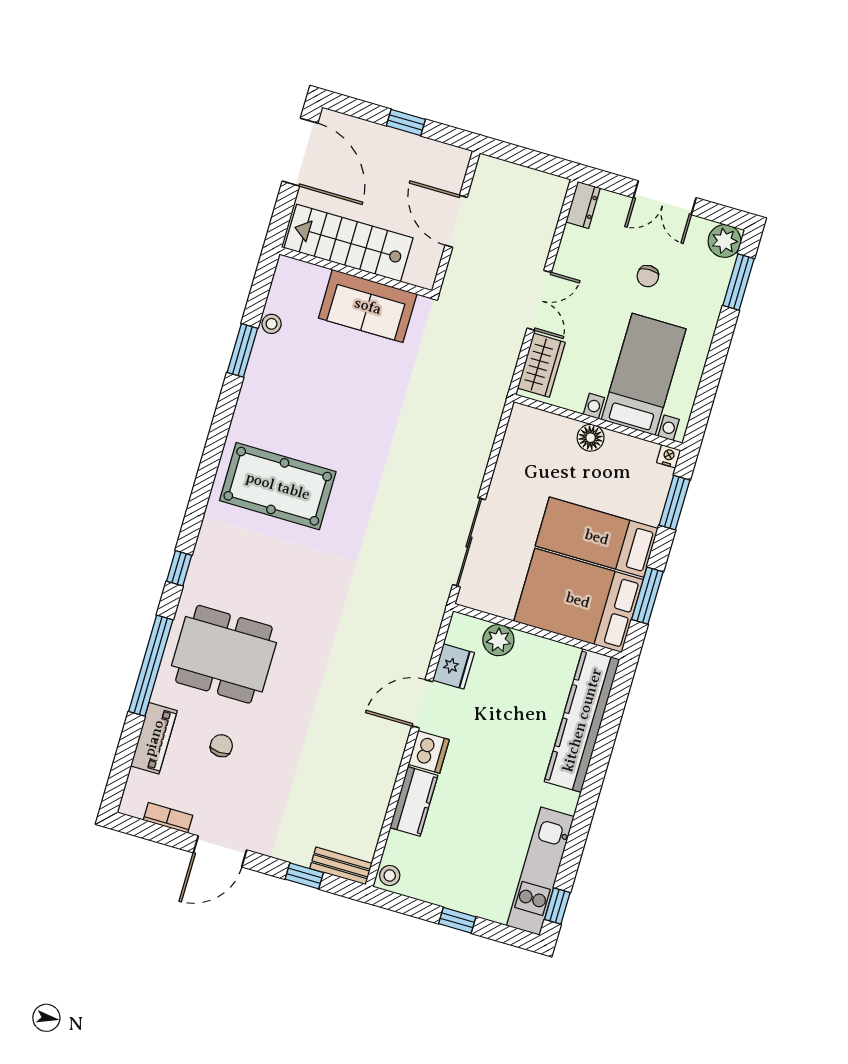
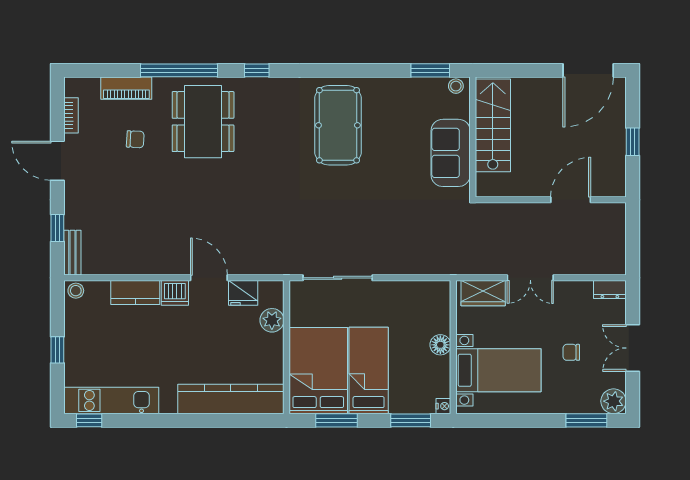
stairs: (349, 243) -> (493, 125), moved
wall: (356, 272) -> (473, 137), moved
sofa: (368, 306) -> (451, 153), moved

